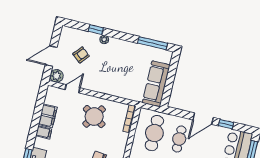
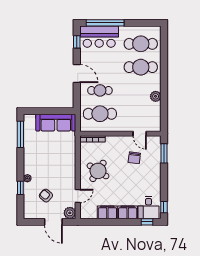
door: (72, 89) -> (78, 196), swing flipped
window: (226, 124) -> (77, 42), moved
filing cabinet: (44, 132) -> (128, 212), width x2.00

